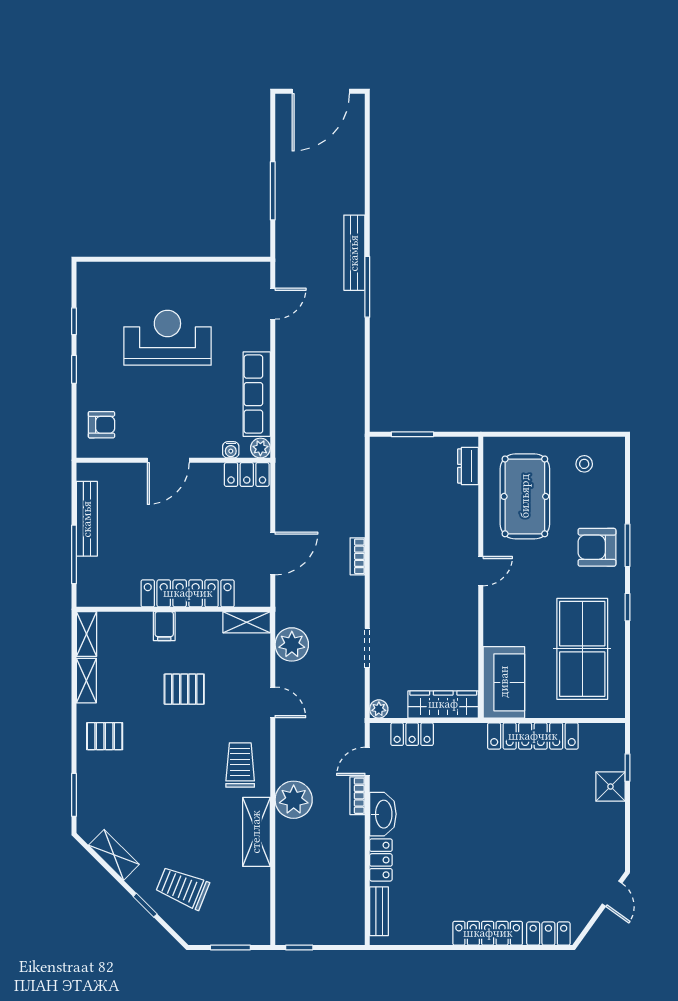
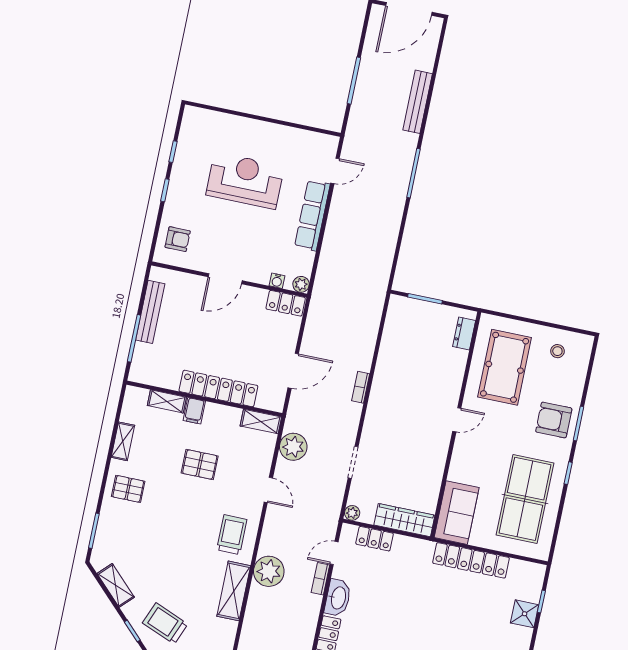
bench: (354, 253) -> (418, 102), moved
row of seats: (257, 394) -> (312, 215), moved
shelving: (86, 634) -> (167, 401), moved, turned 90

